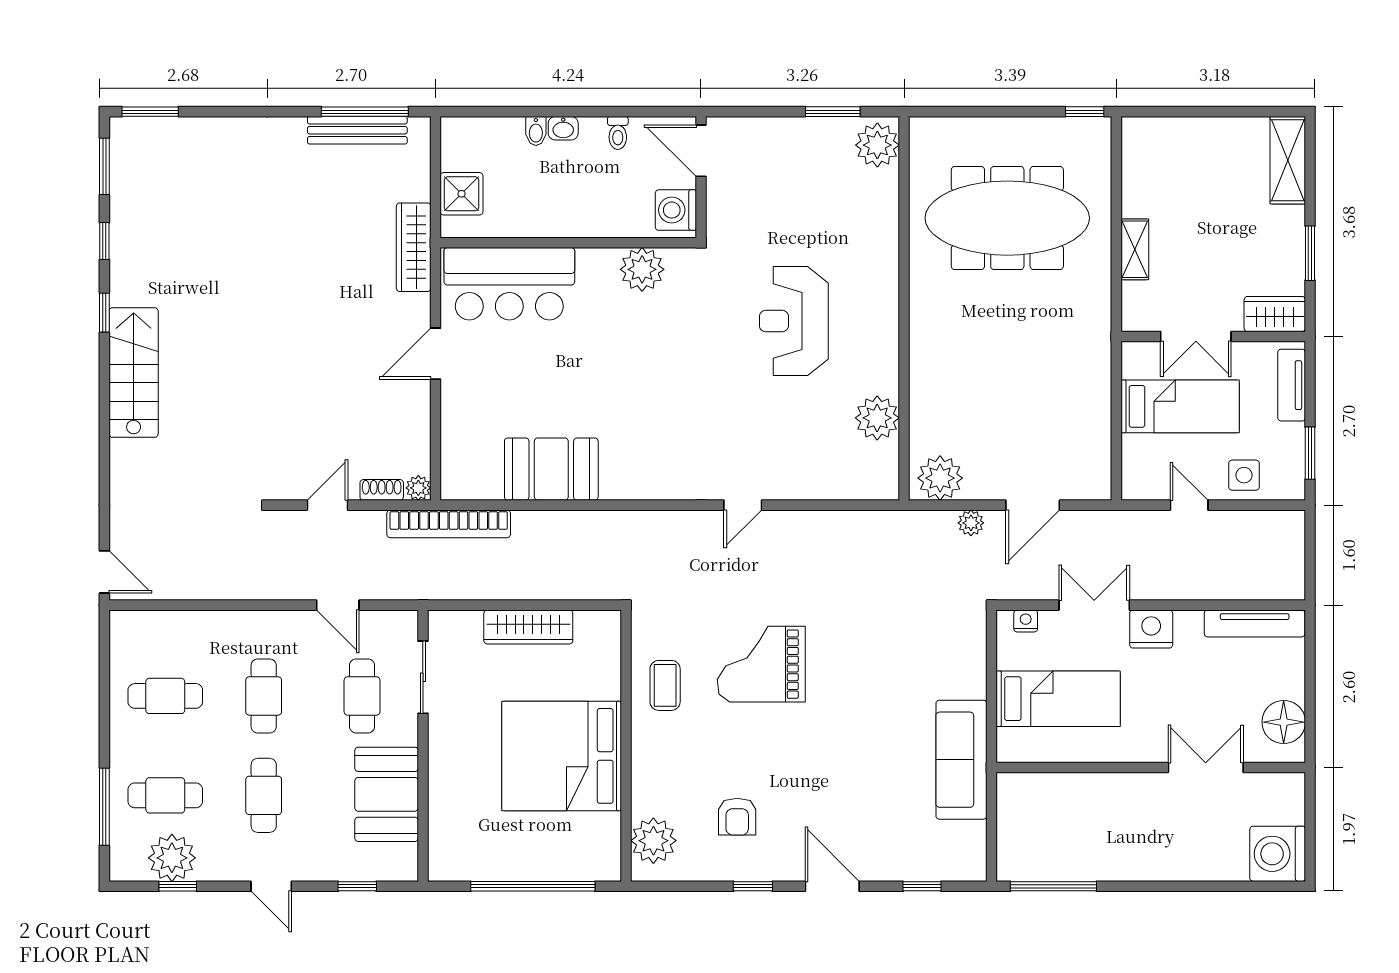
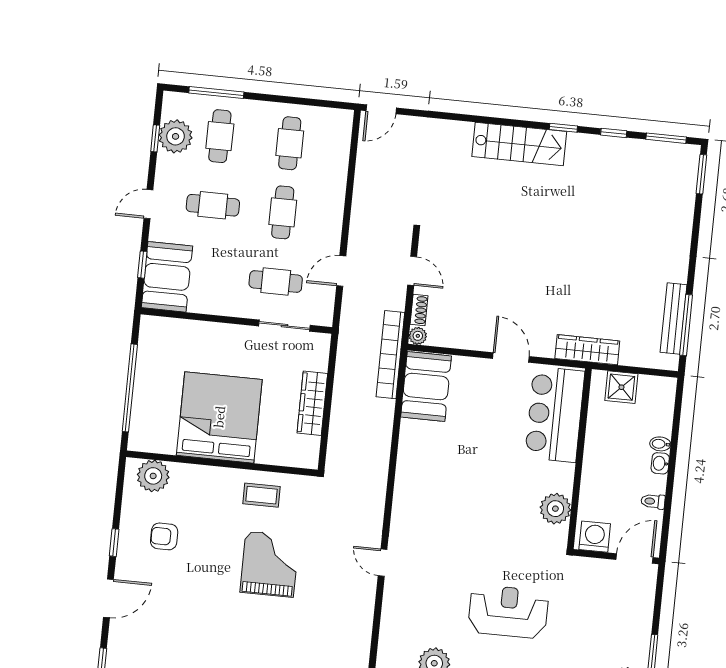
booth: (551, 469) -> (426, 386), moved
cafe table: (264, 696) -> (283, 212), turned 90
booth: (387, 794) -> (167, 277), moved, turned 90

